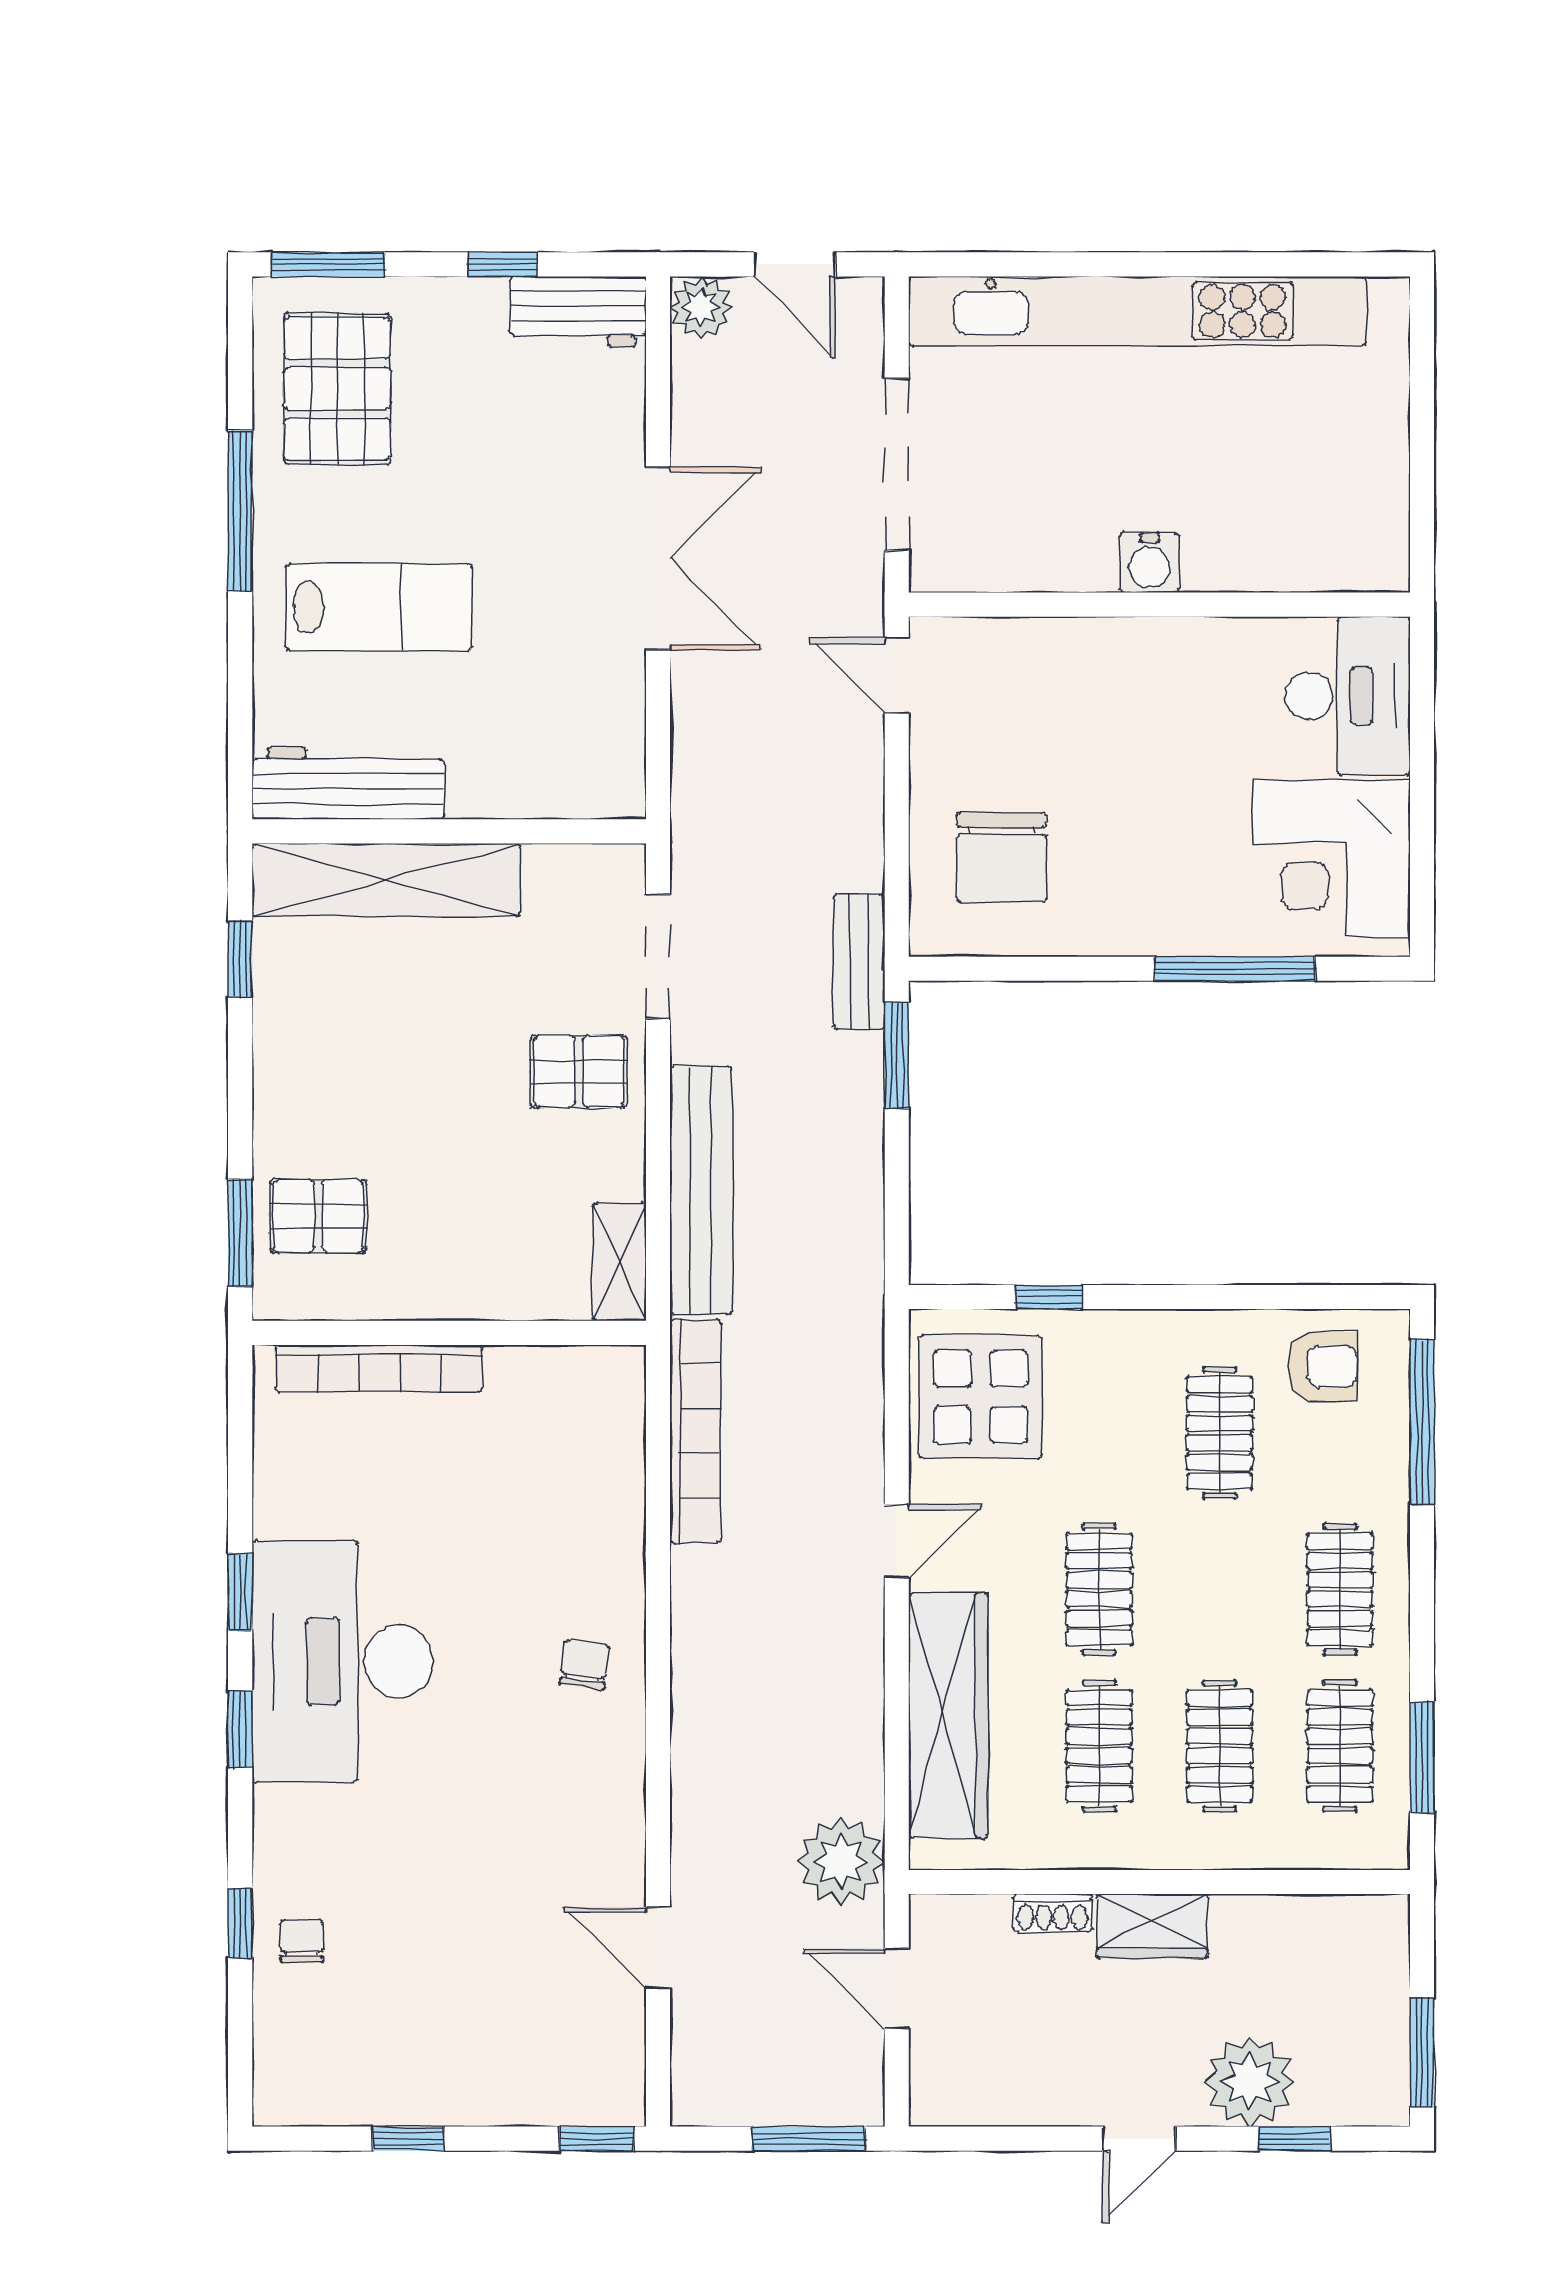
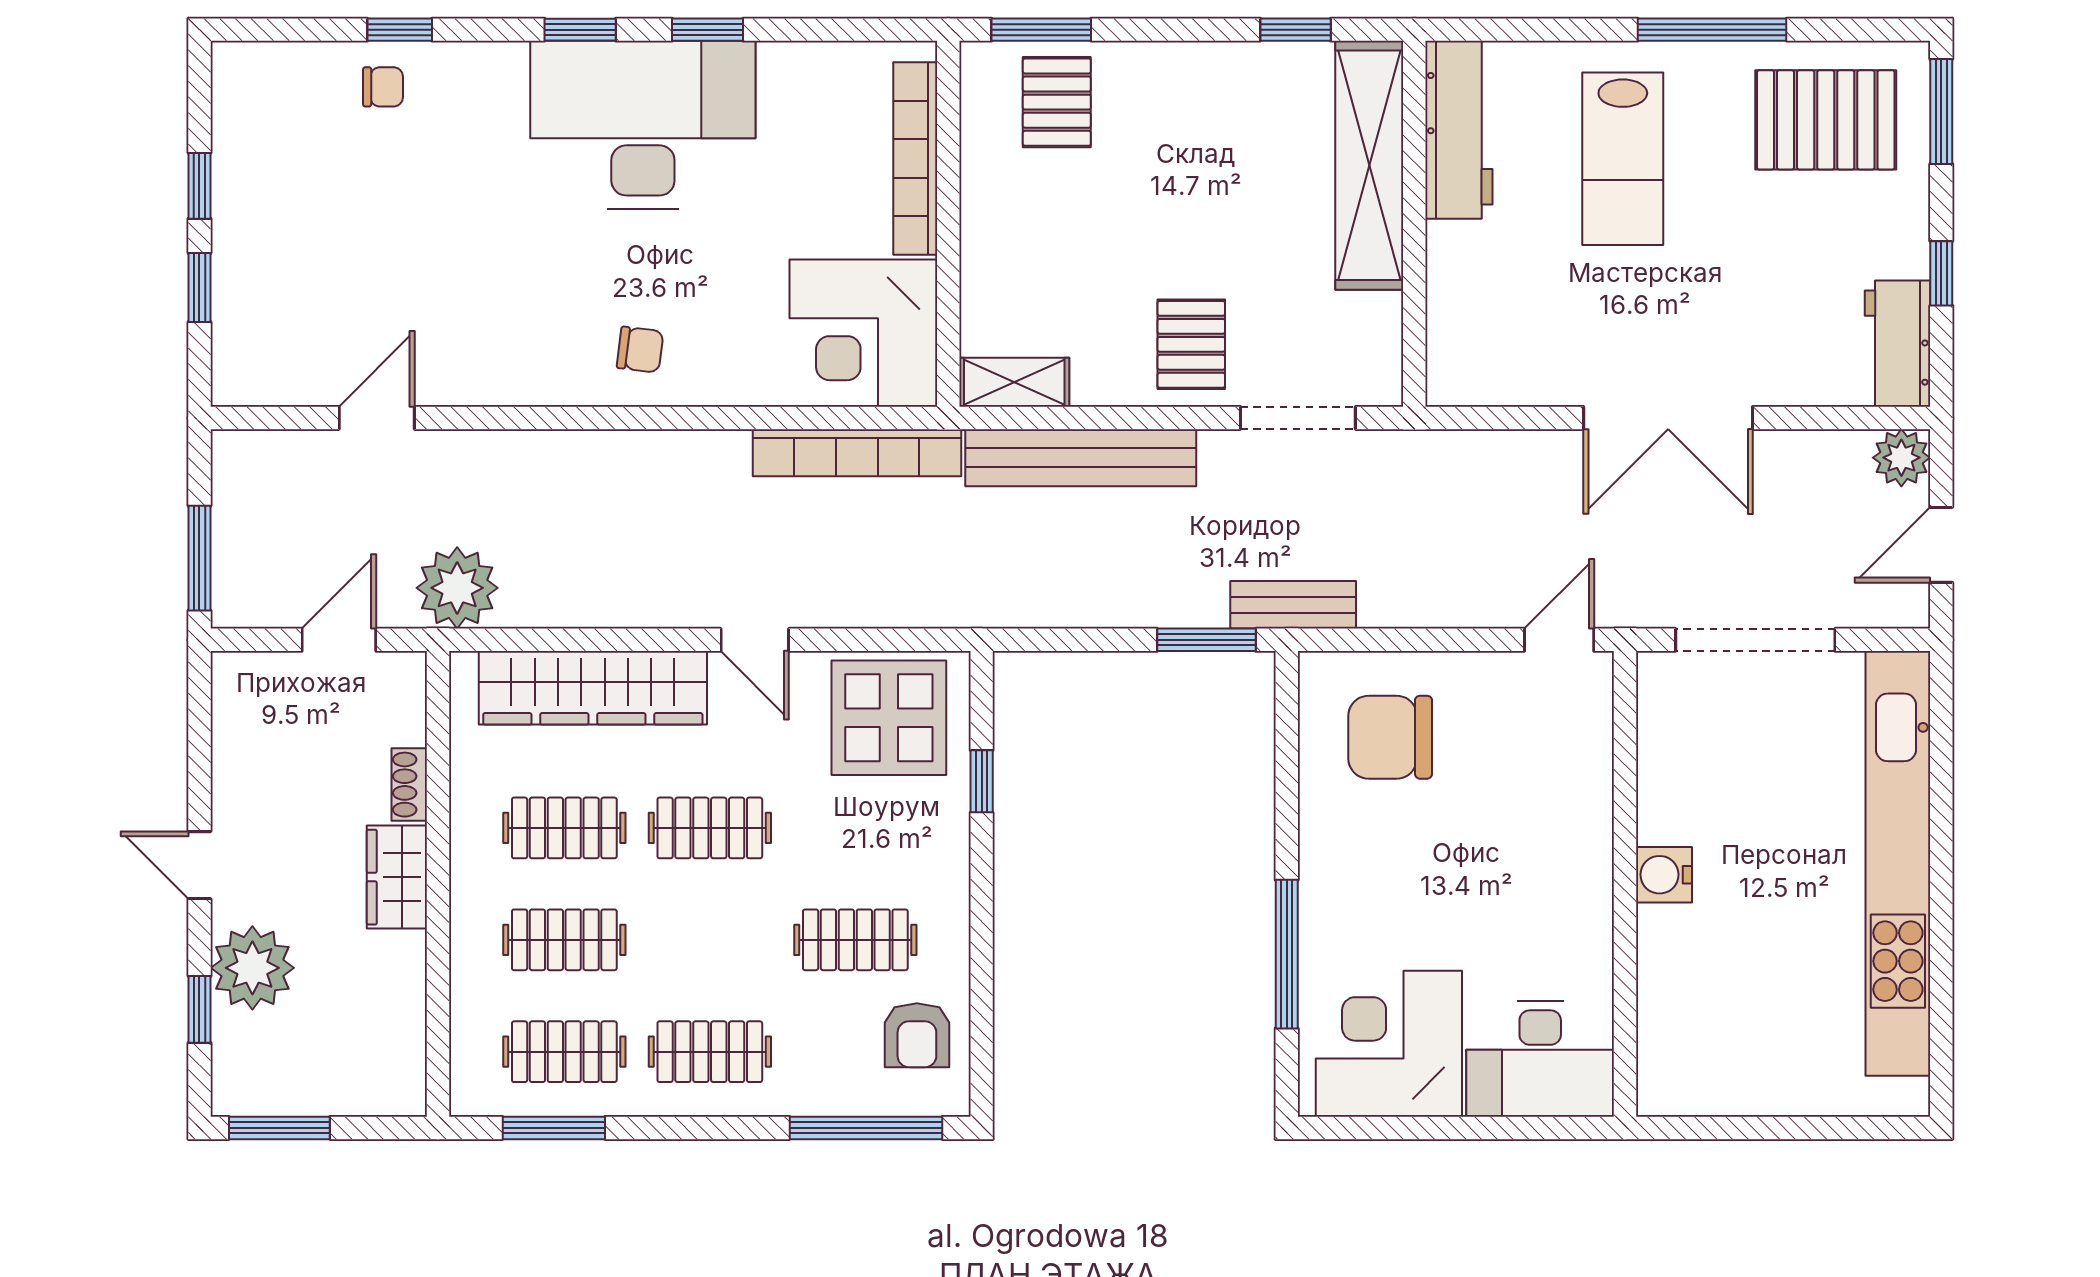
corner desk: (567, 1424) -> (863, 333), added
window: (596, 2139) -> (199, 288), moved

